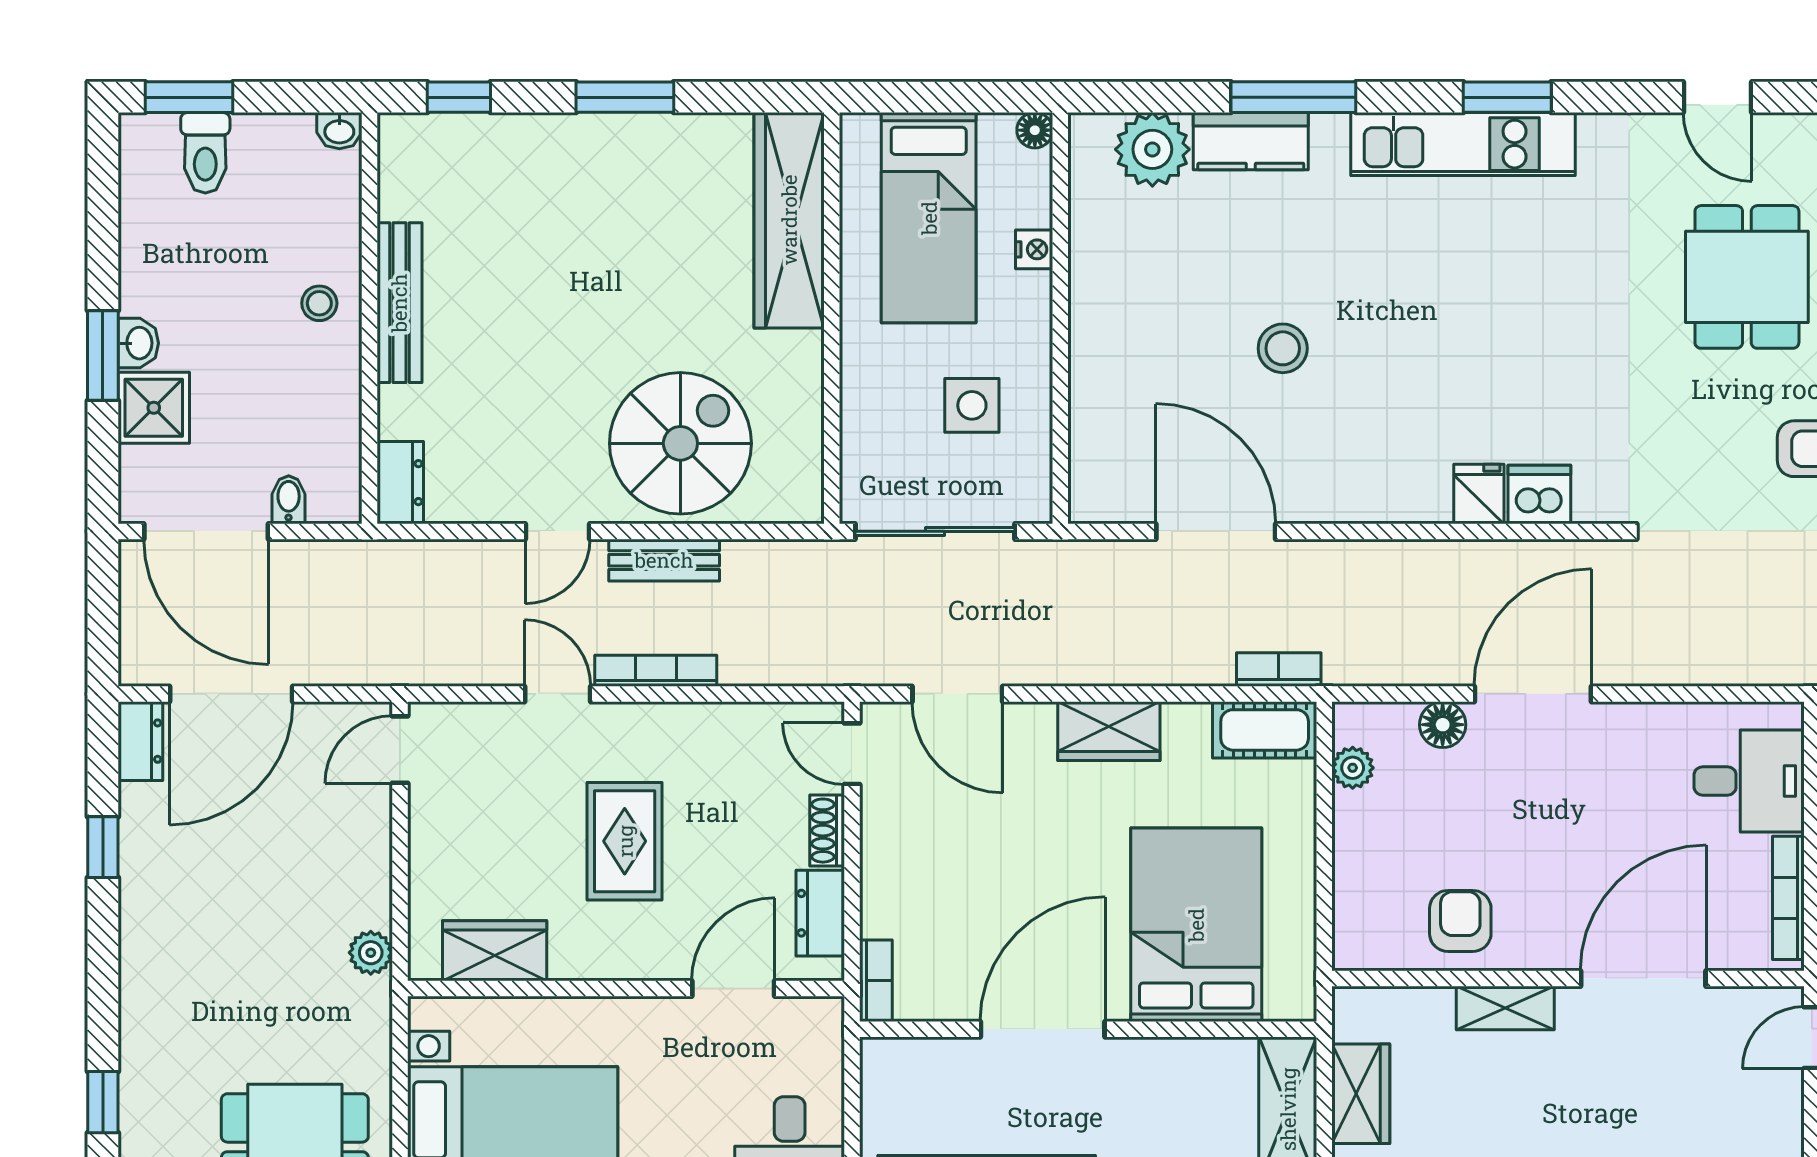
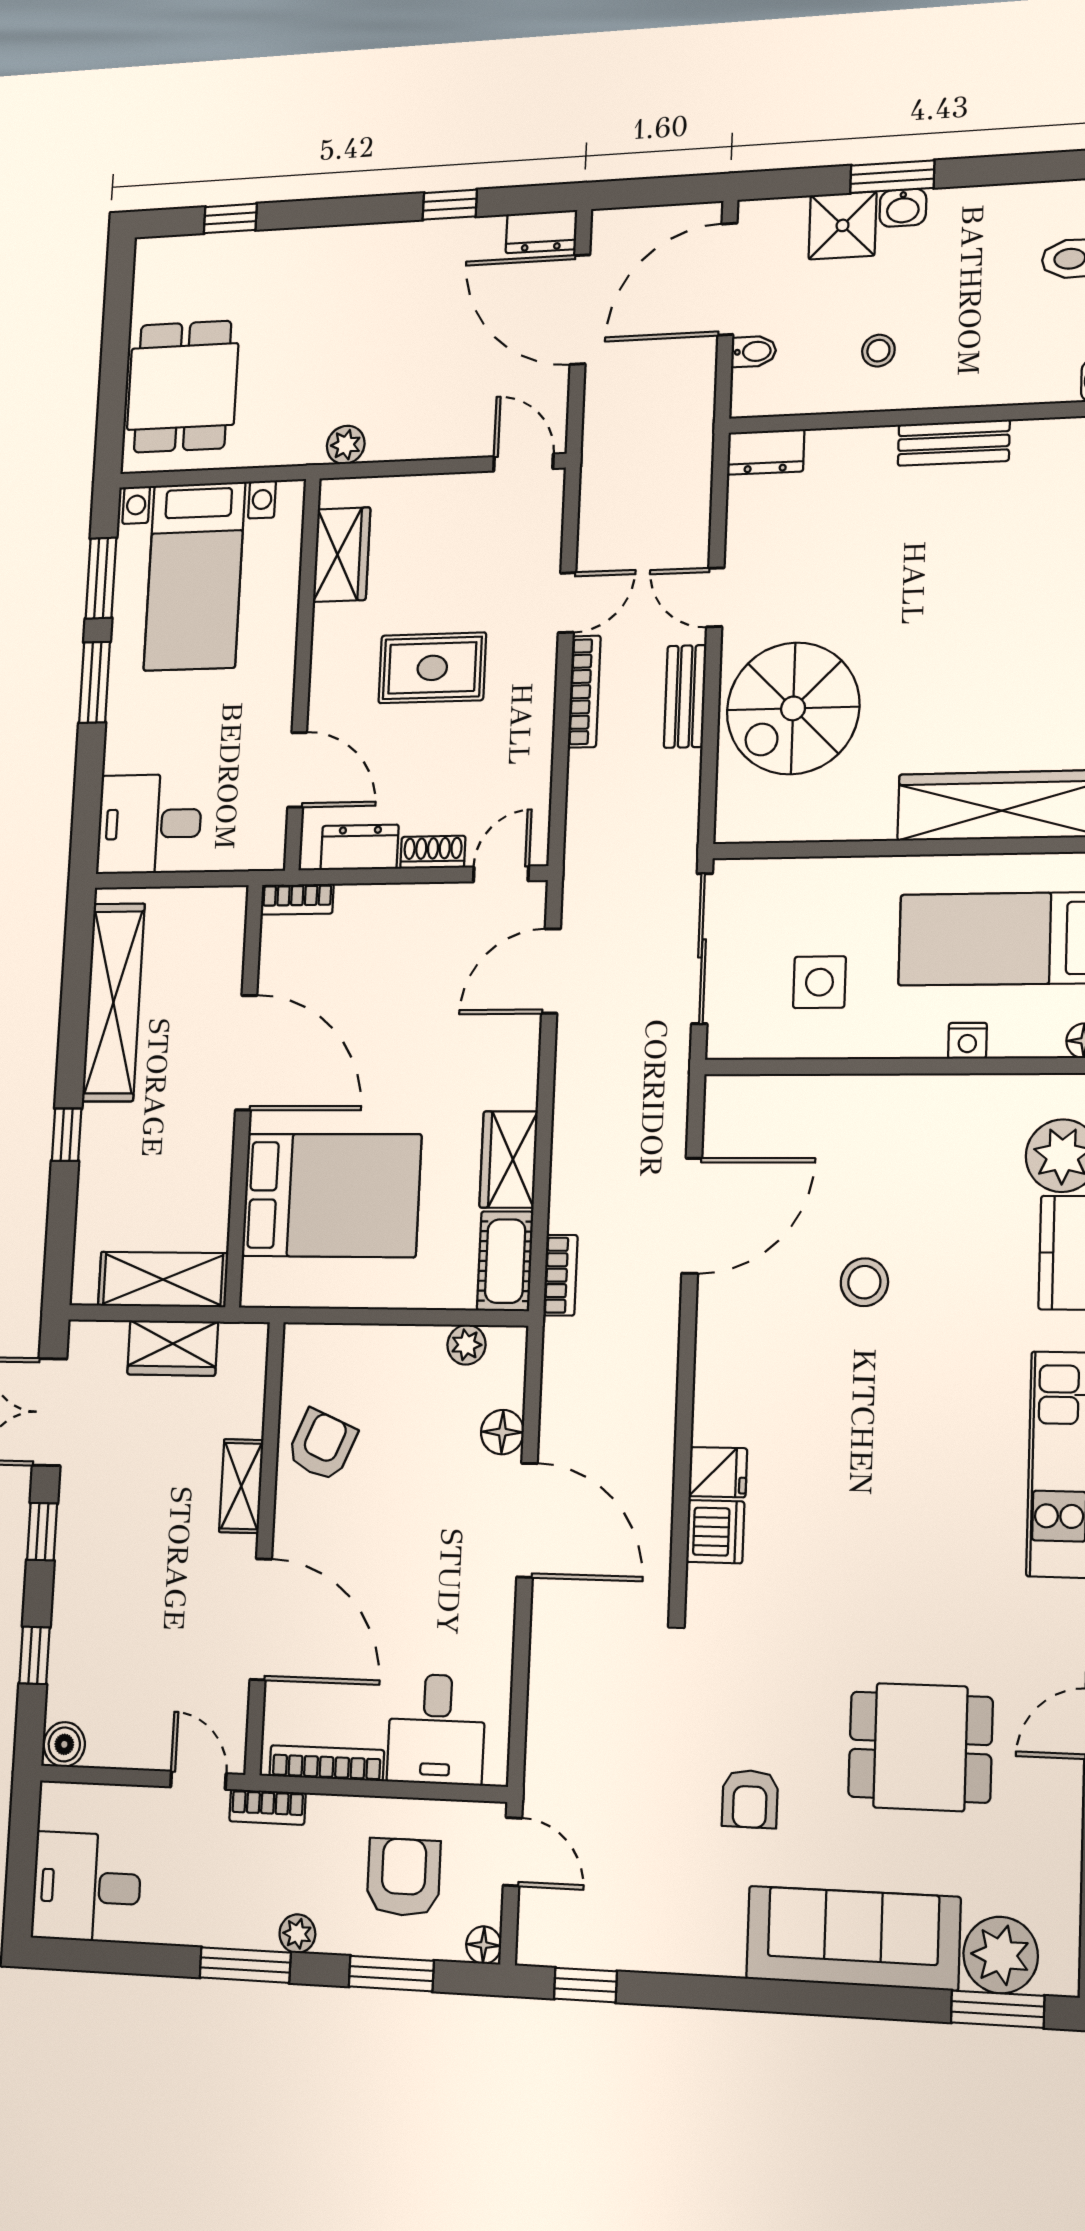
stool: (319, 303) -> (878, 351), moved
bench: (399, 303) -> (954, 443), width x0.73
spiral stairs: (680, 443) -> (793, 708), turned 90
wardrobe: (1109, 731) -> (509, 1159), moved
armchair: (1460, 921) -> (322, 1445), turned -67

